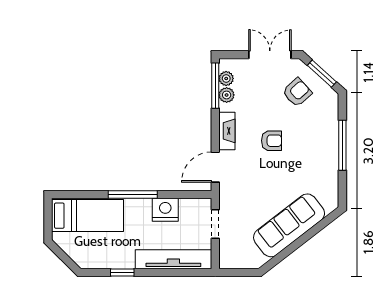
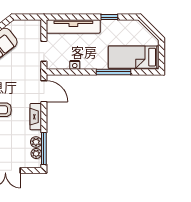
door: (215, 167) -> (44, 91), hinge flipped
window: (133, 194) -> (113, 72), moved
nightstand: (165, 210) -> (75, 65), width x0.53, depth x0.56

